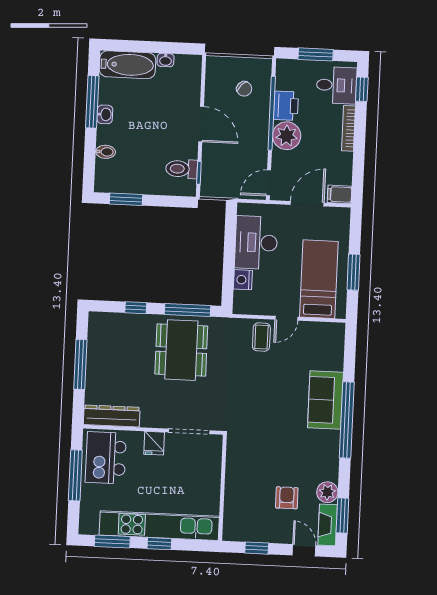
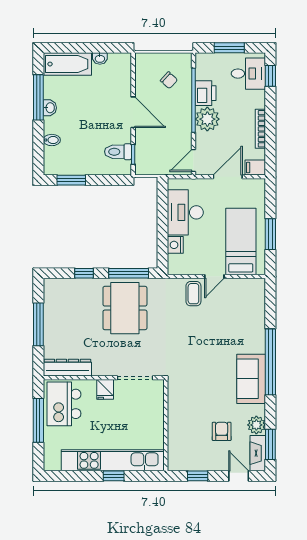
bookcase: (349, 128) -> (260, 129), moved
sofa: (325, 400) -> (251, 379), moved
window: (112, 541) -> (73, 476), removed

